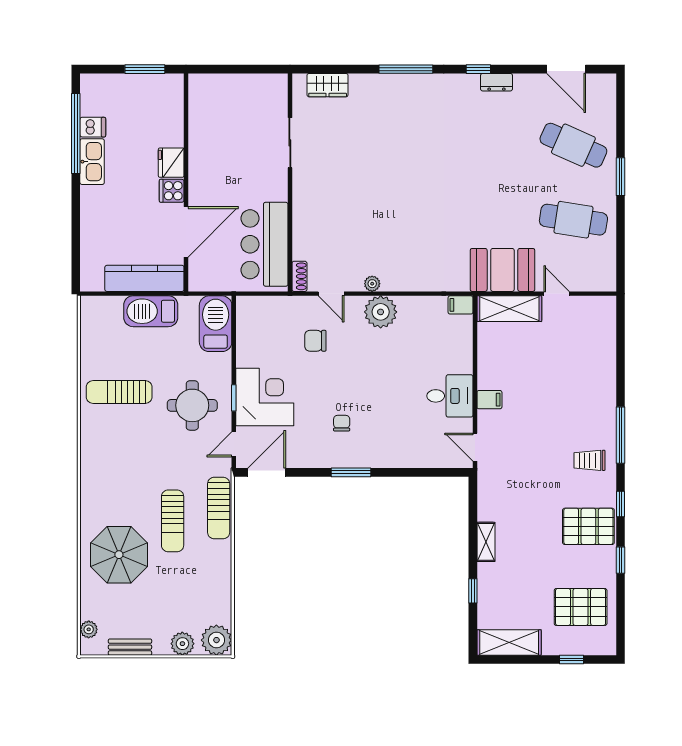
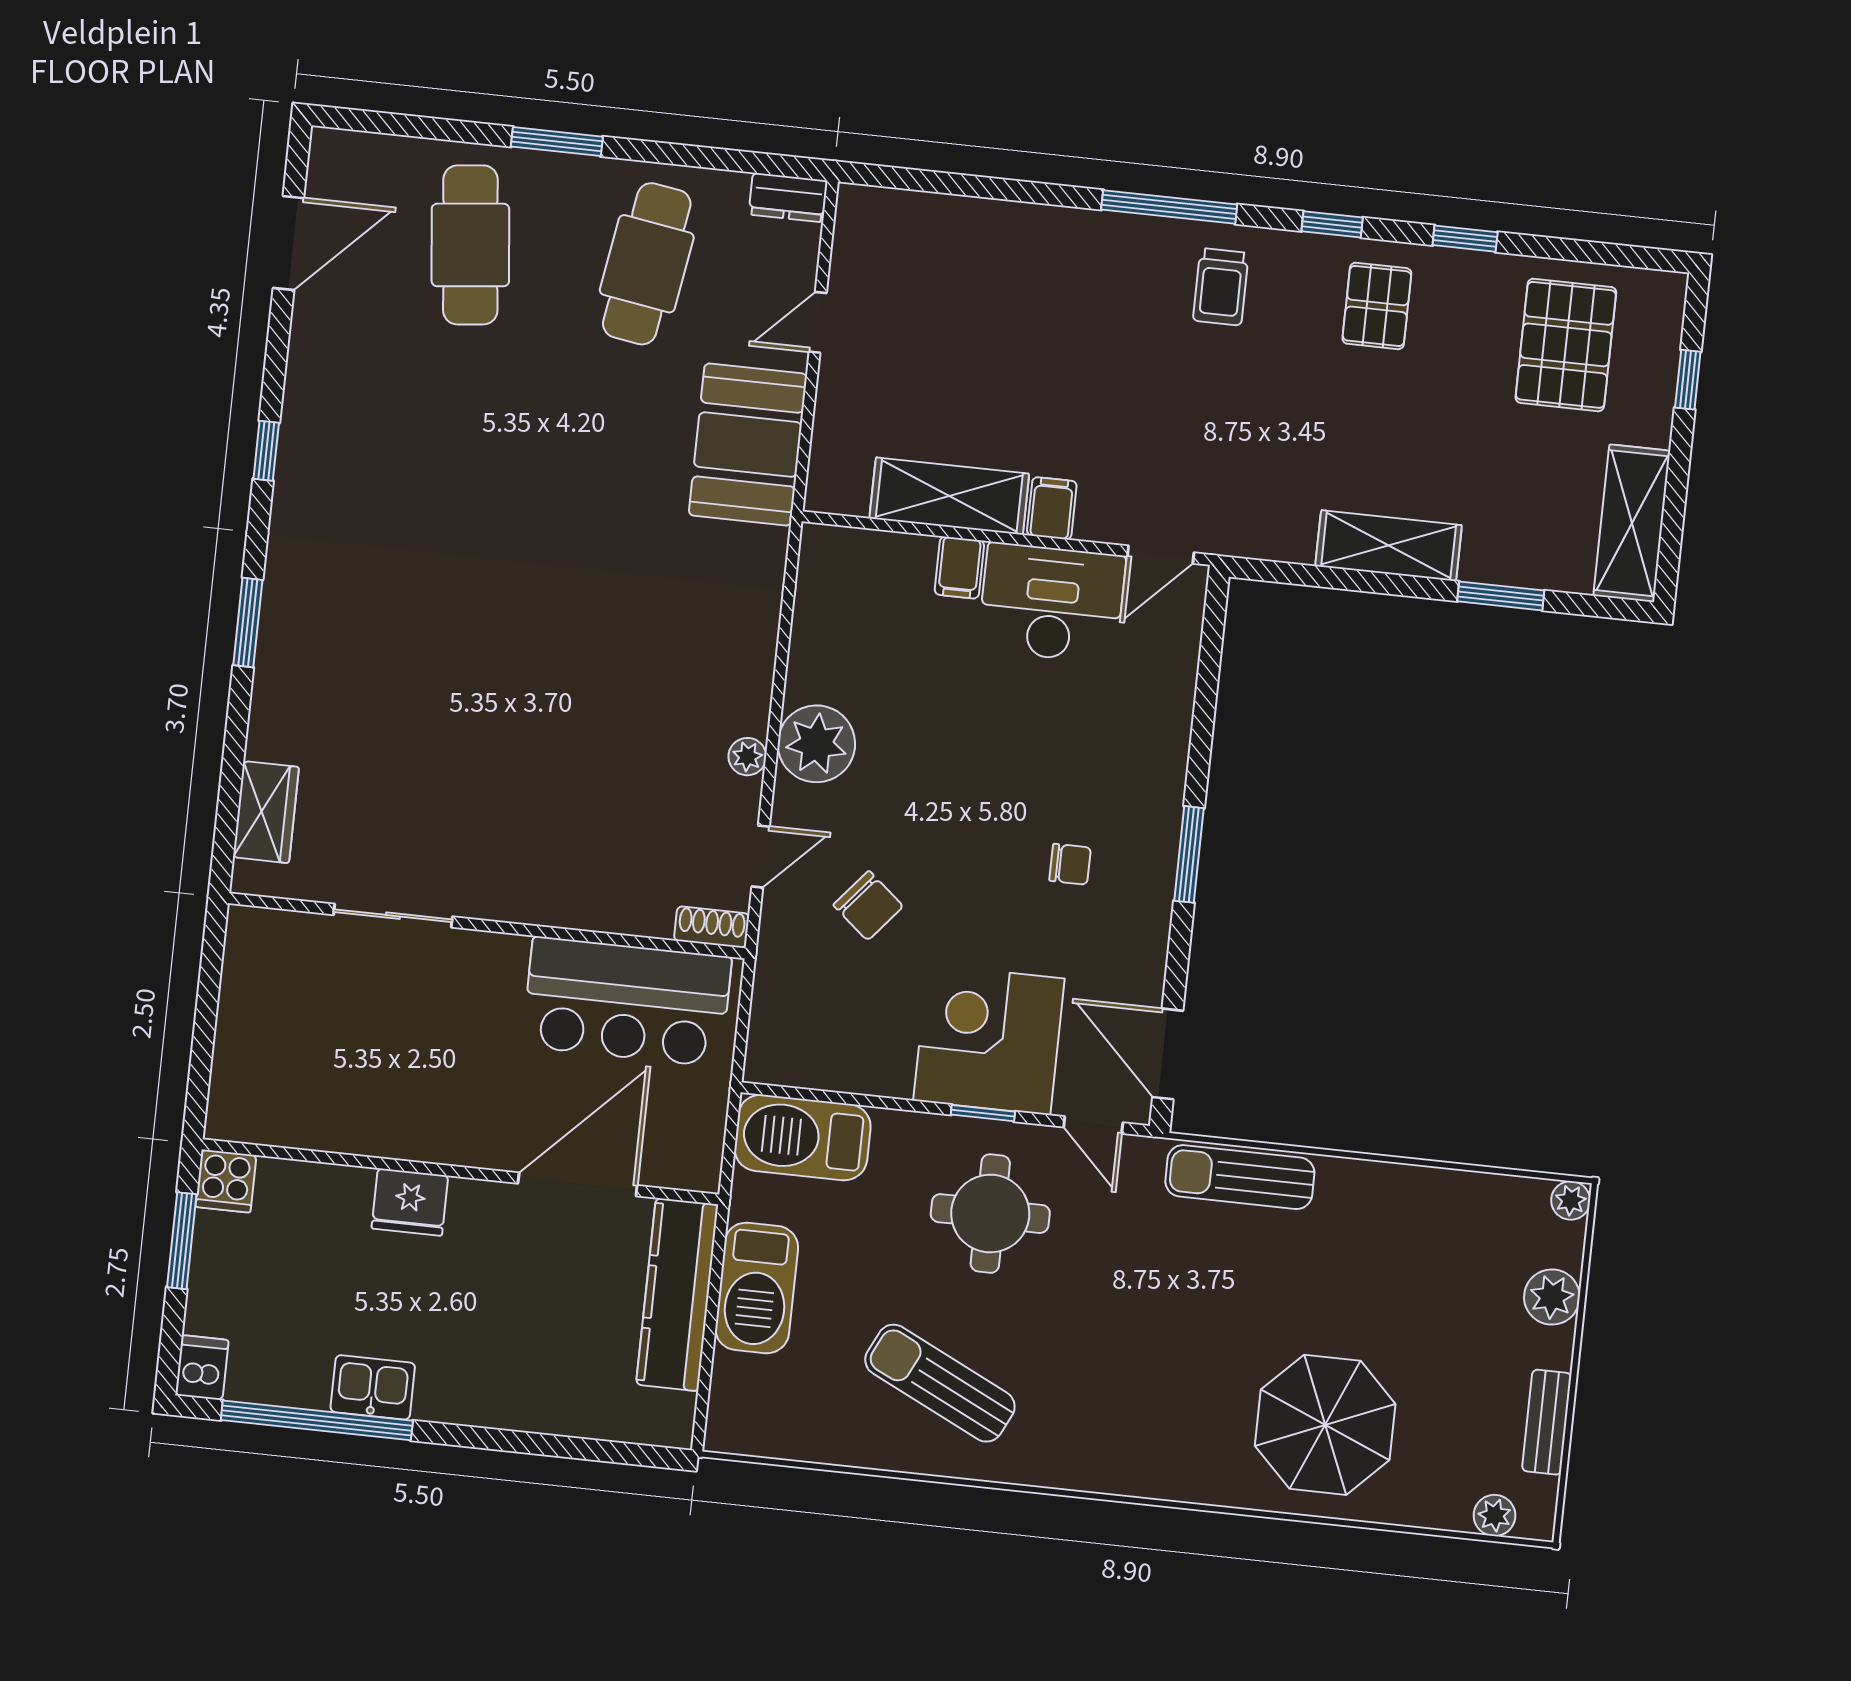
window: (406, 69) -> (248, 623), width x0.69
dresser: (496, 82) -> (788, 198), moved, turned 90
dishwasher: (93, 127) -> (202, 1368), moved
cafe table: (573, 145) -> (470, 245), turned -30
kitchen sink: (92, 162) -> (373, 1387), width x0.73
cooker: (172, 191) -> (226, 1181), moved
door: (186, 232) -> (578, 1184), hinge flipped
filing cabinet: (461, 305) -> (959, 568), moved
shelving: (509, 309) -> (949, 496), moved, turned 90
chair: (315, 341) -> (868, 906), turned -50
sun lounger: (119, 392) -> (940, 1383), turned 116
desk: (450, 396) -> (1052, 603), width x1.37
chair: (342, 423) -> (1070, 864), turned 180
sun lounger: (219, 508) -> (1240, 1177), turned 180
sun lounger: (173, 521) -> (1259, 1289), removed
pallet: (588, 526) -> (1377, 306), width x0.67, depth x0.71
shelving: (486, 542) -> (1389, 546), width x1.50, depth x1.33
window: (473, 591) -> (1501, 596), width x1.50
plant: (216, 640) -> (1571, 1200), width x0.53, depth x0.53

